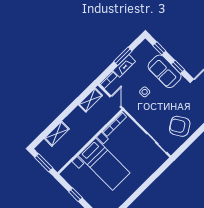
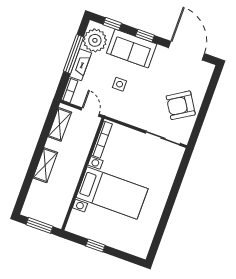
plant: (142, 54) -> (95, 40), added
window: (123, 56) -> (74, 54), width x1.44
shelving: (57, 134) -> (45, 165), moved

